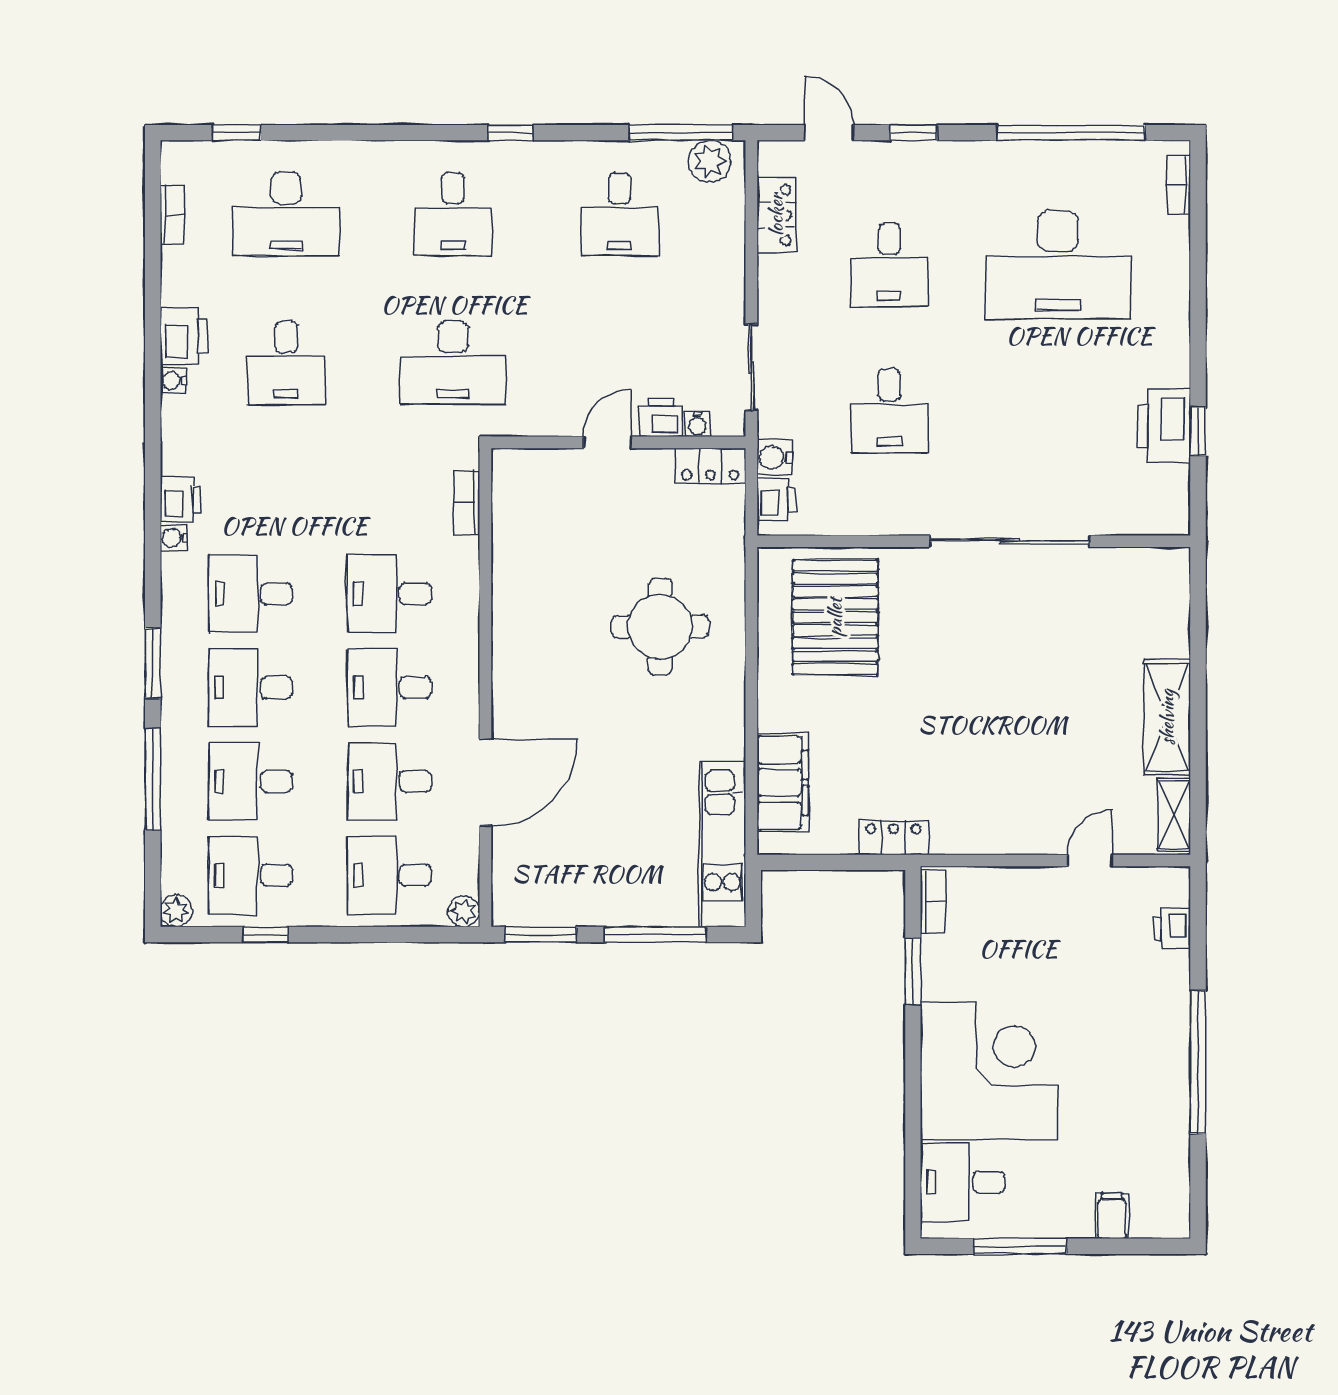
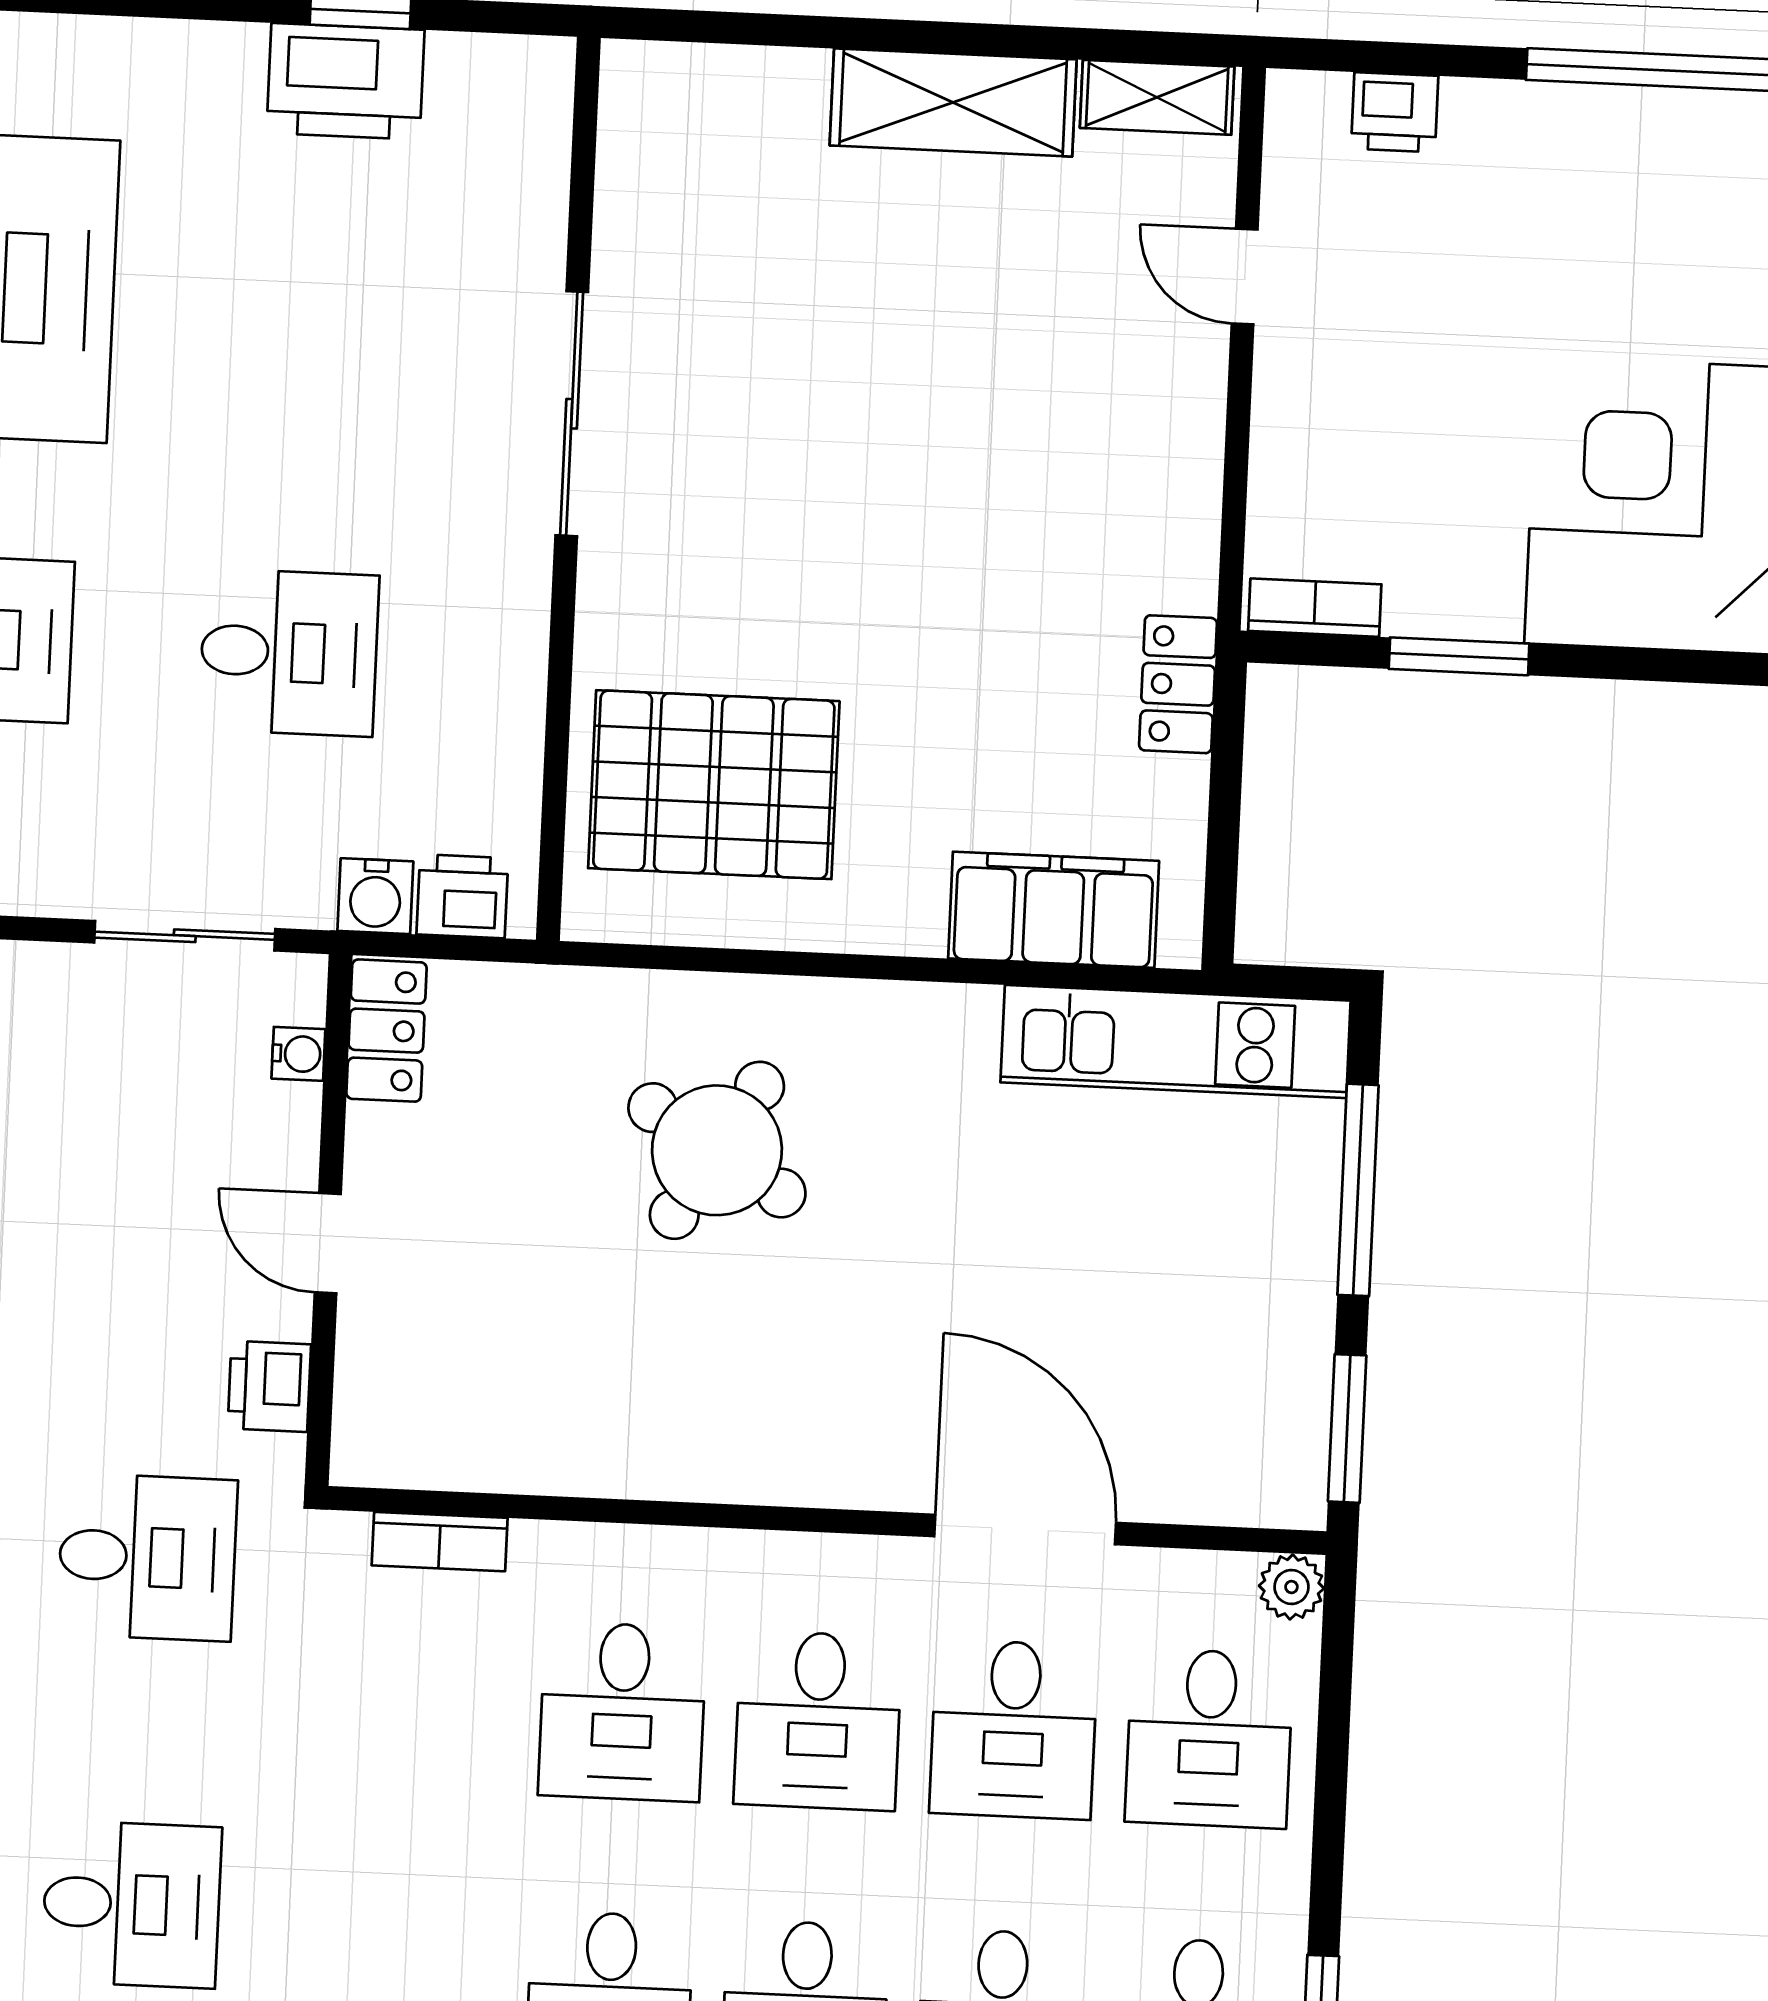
desk: (453, 363) -> (147, 1557), width x0.73
printer: (661, 418) -> (269, 1386), moved
sliding door: (1010, 541) -> (572, 414), width x0.73
round table: (660, 627) -> (717, 1150), turned 31

